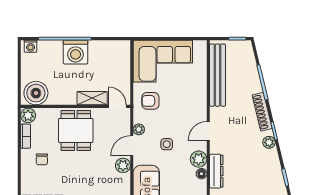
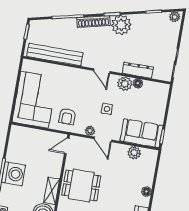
shelving: (92, 98) -> (52, 191), moved
plant: (269, 142) -> (121, 25), width x1.87, depth x1.87
plant: (123, 165) -> (134, 153), moved

